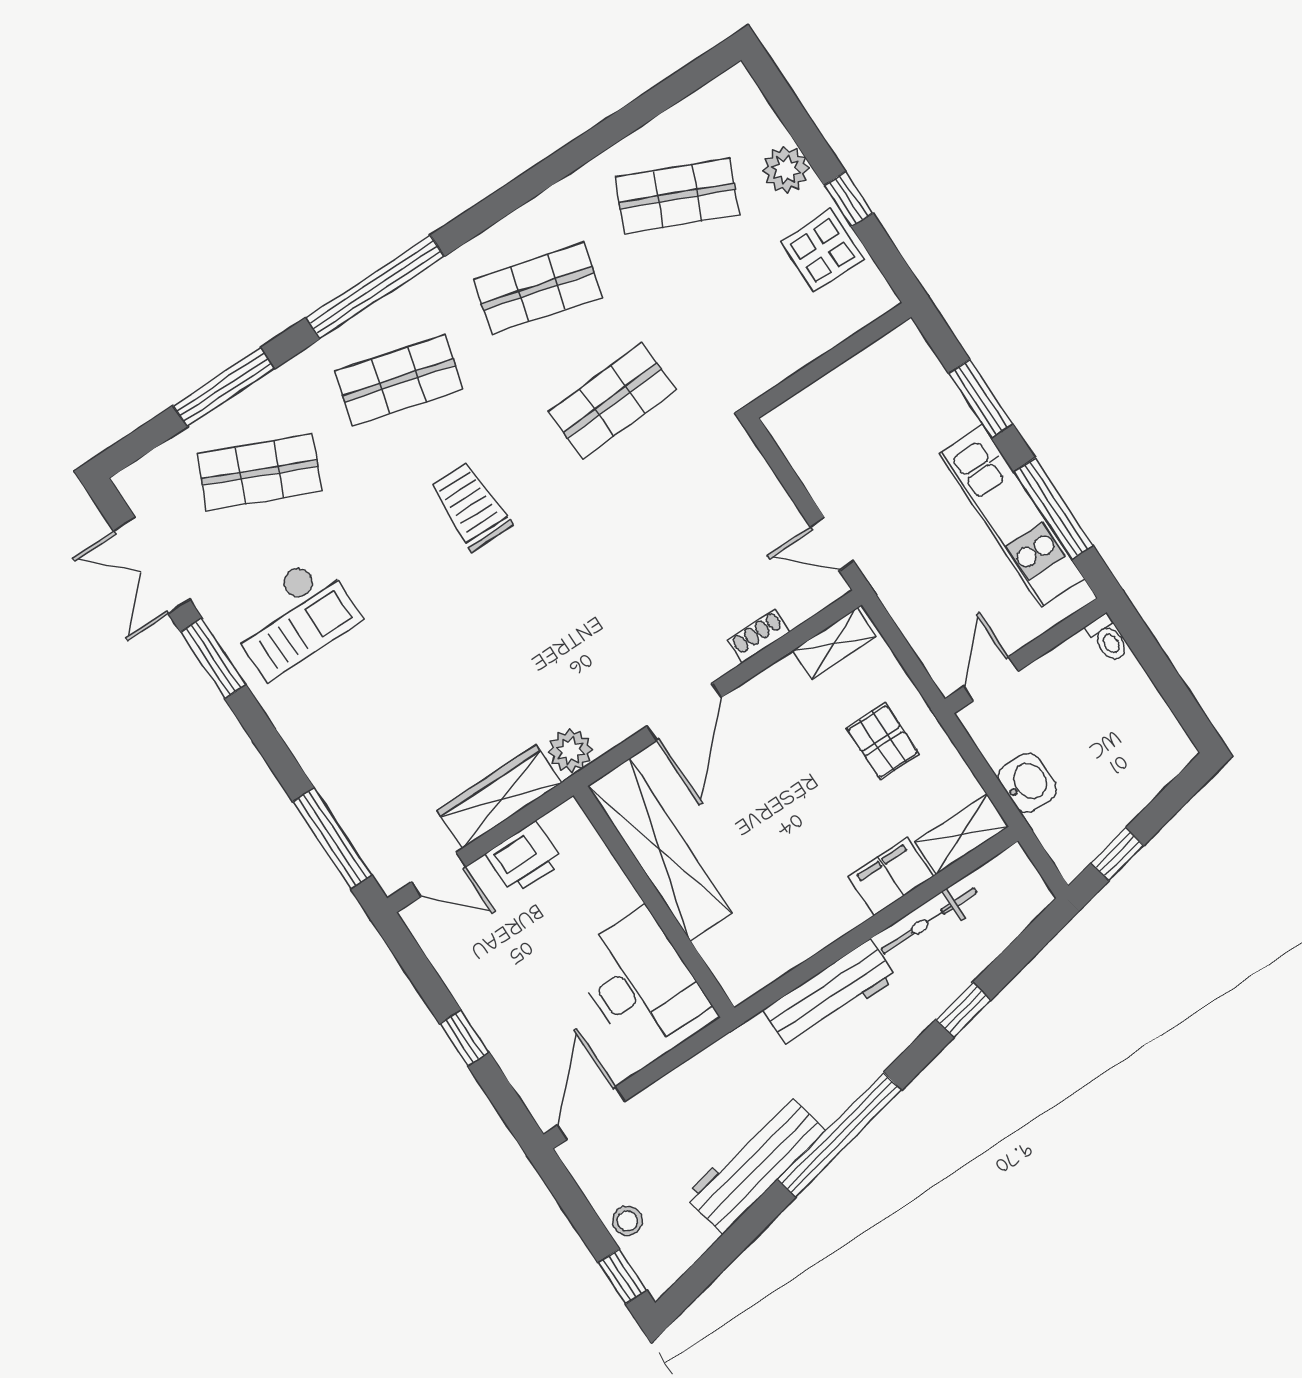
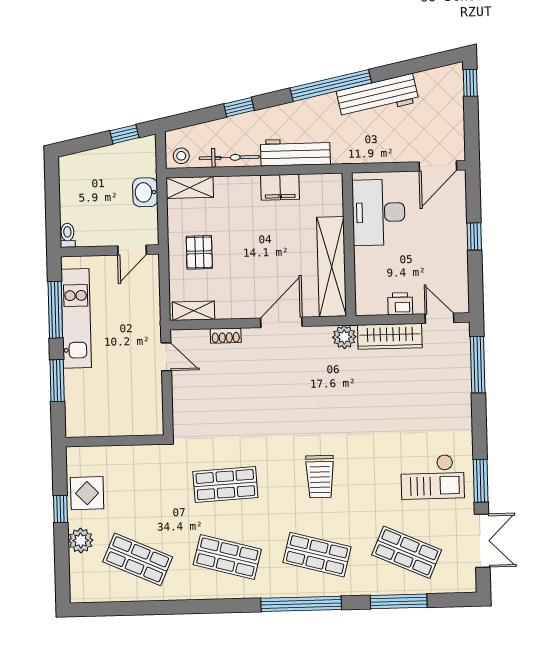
checkout: (293, 617) -> (433, 477), turned 180
printer: (524, 858) -> (400, 304), width x0.73, depth x0.81
filing cabinet: (891, 877) -> (280, 187), moved
stool: (627, 1221) -> (181, 156), moved

